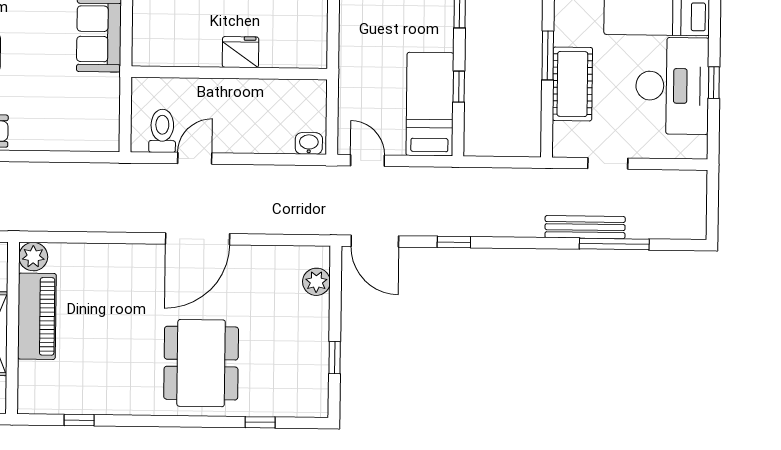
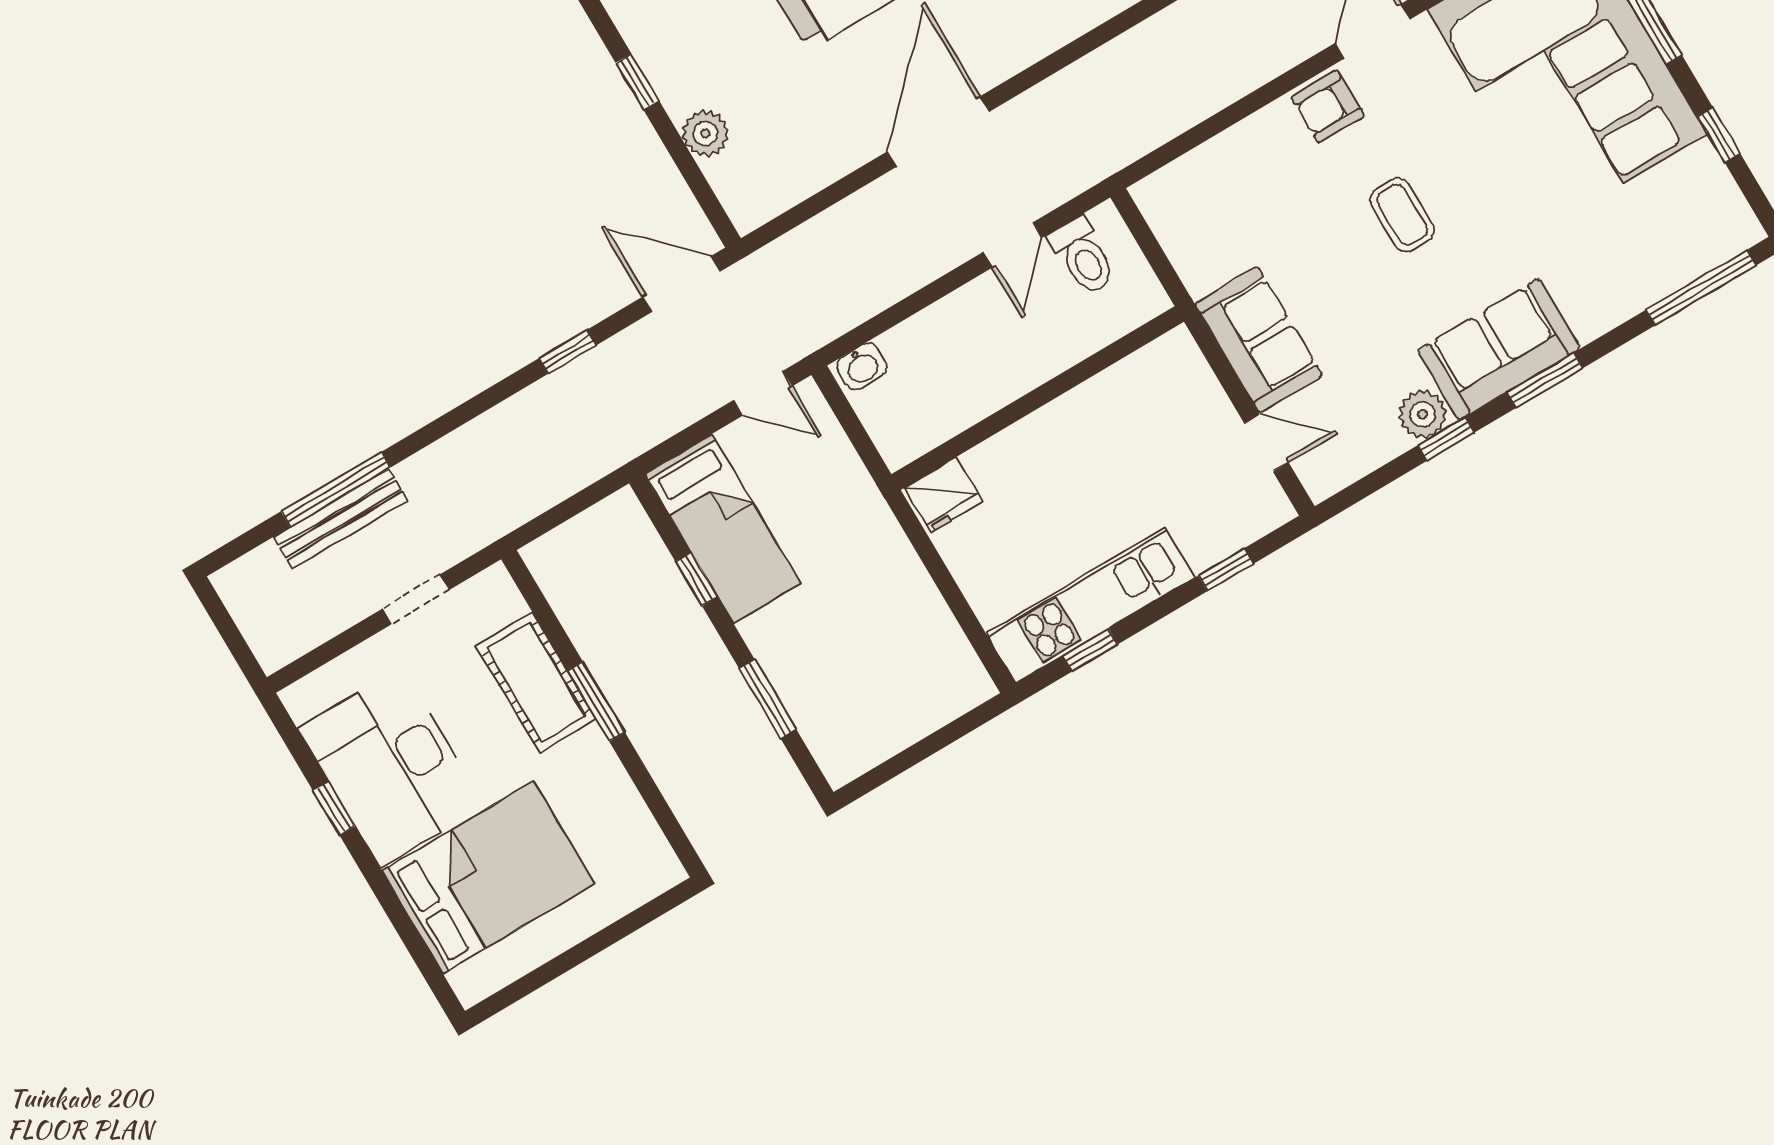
fridge: (241, 52) -> (943, 495), moved
bench: (585, 227) -> (340, 519), moved
plant: (316, 282) -> (705, 133), moved

